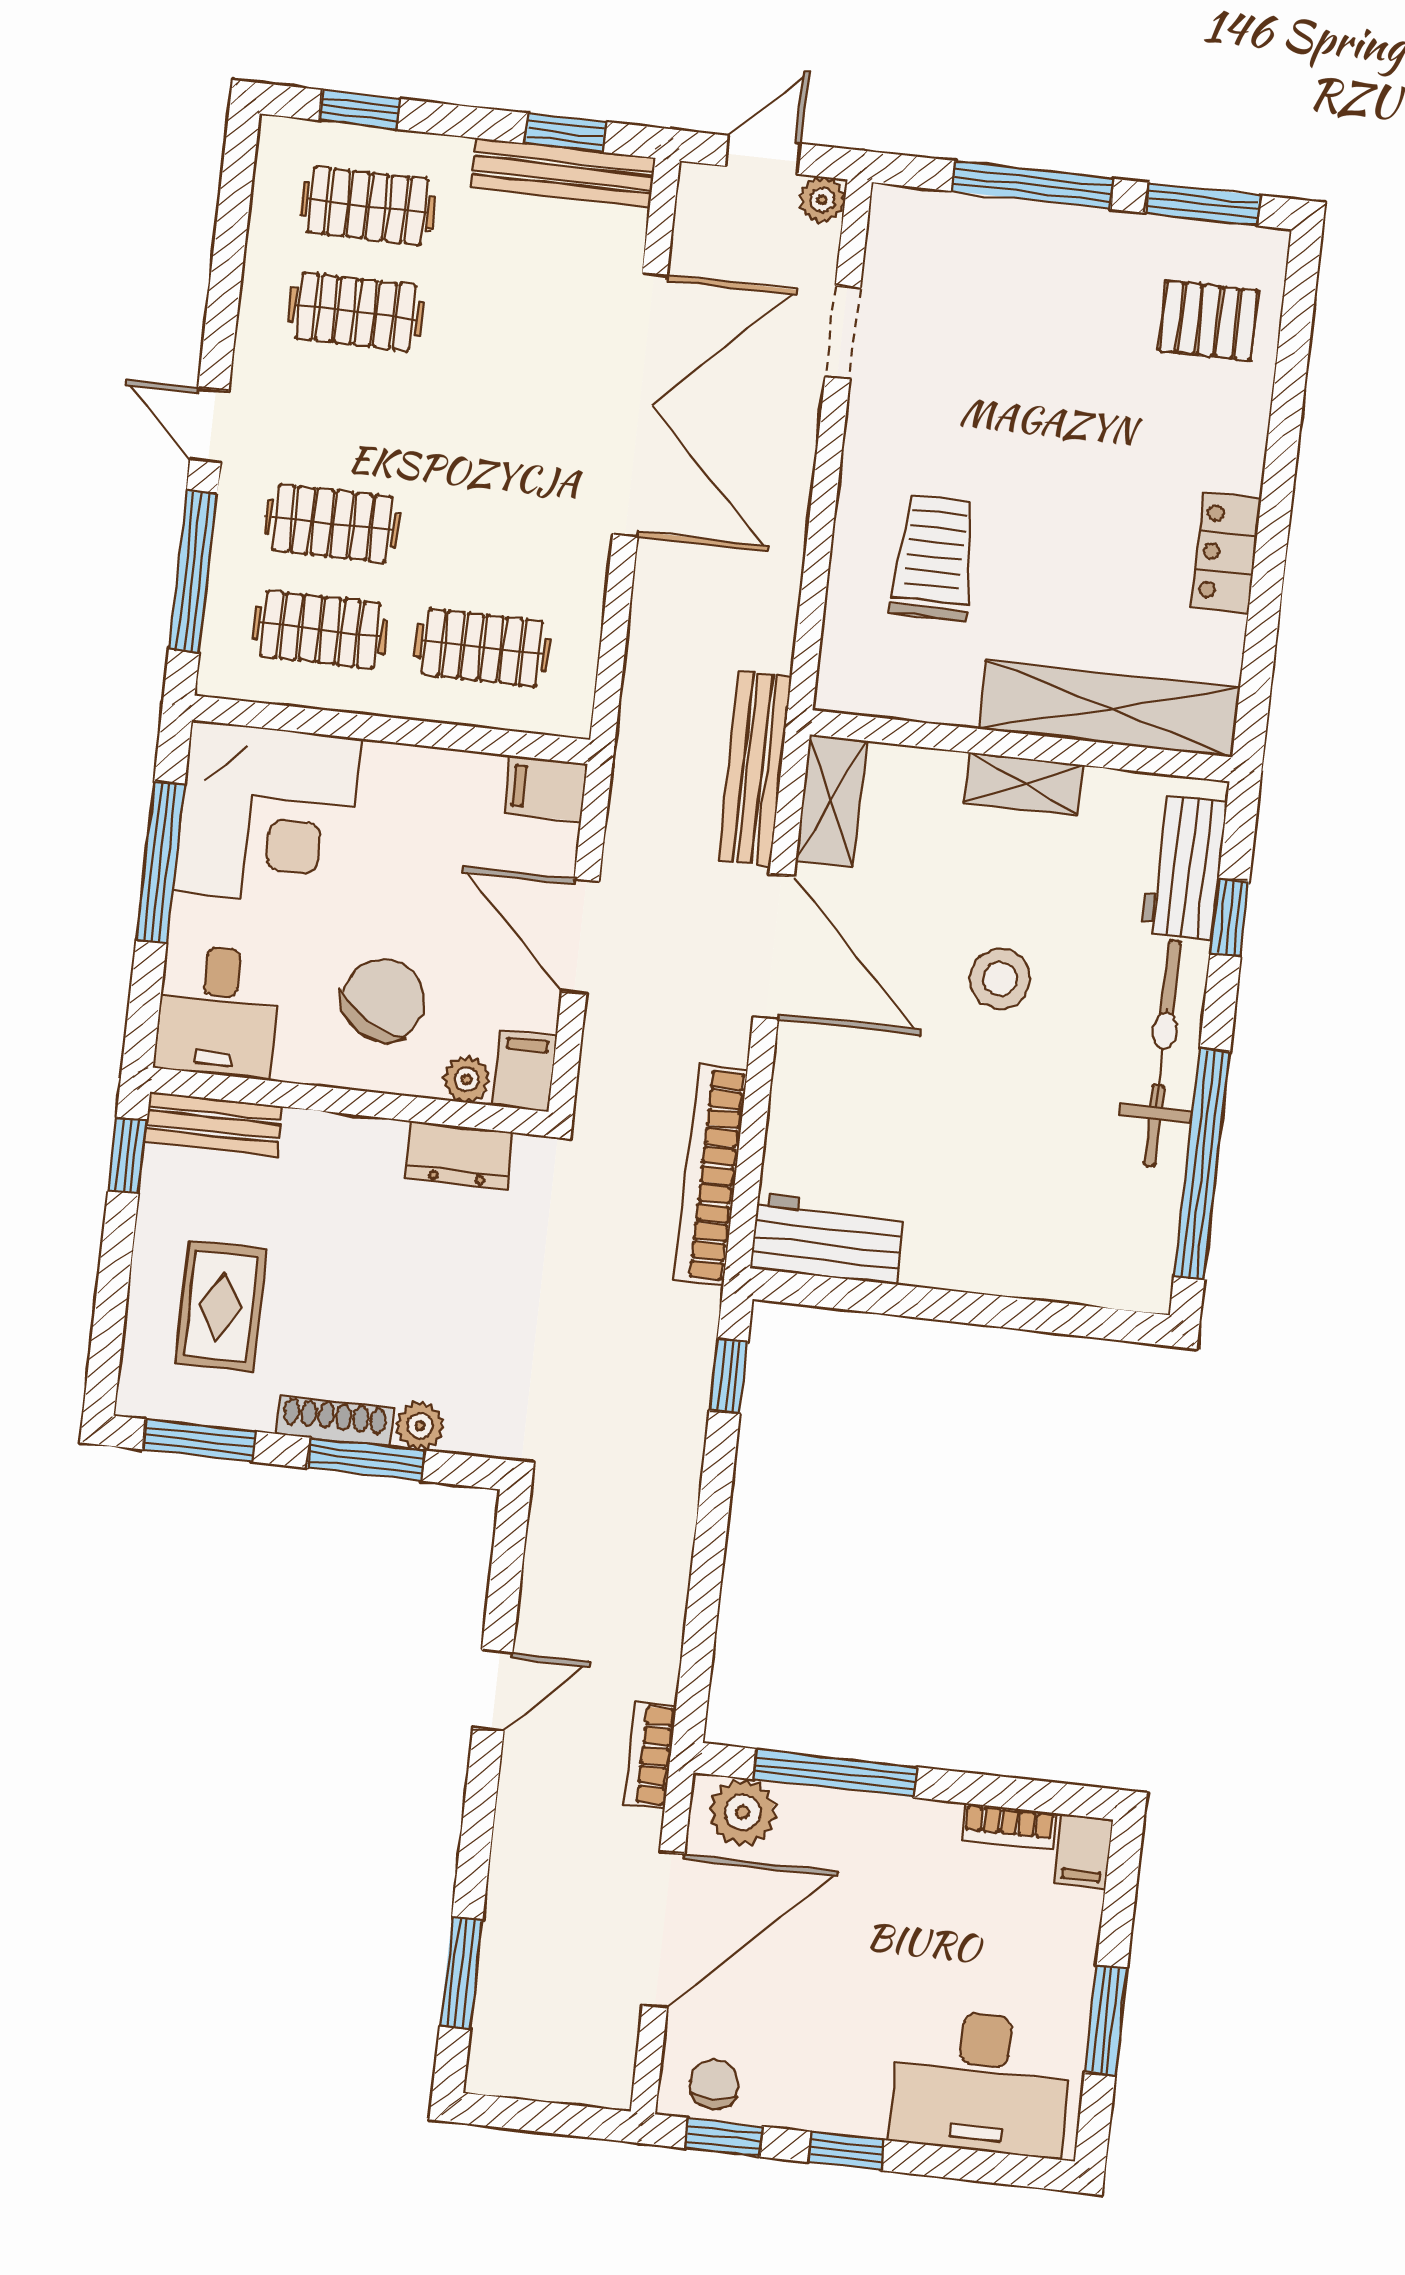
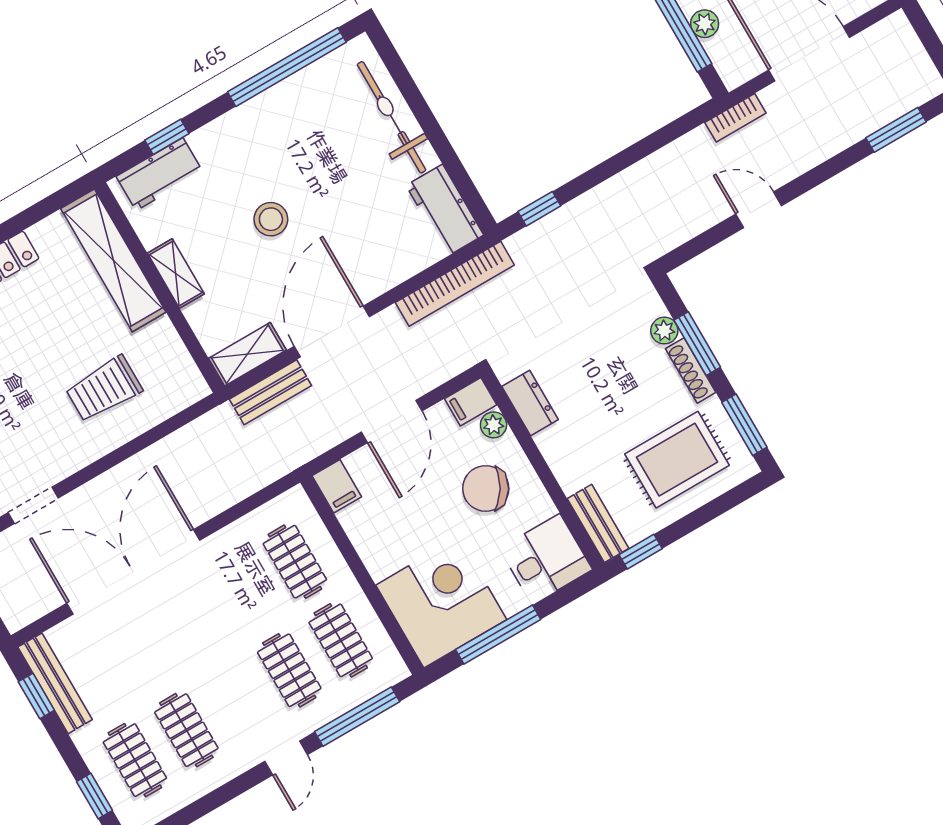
bench: (755, 768) -> (270, 392), width x0.73
bicycle: (1162, 1053) -> (392, 117), moved, turned 90
rug: (221, 1306) -> (677, 460), width x1.36, depth x1.43
plant: (743, 1812) -> (705, 24), moved, width x0.73, depth x0.73

